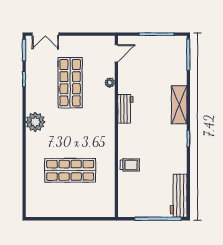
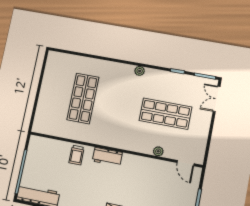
workbench: (125, 109) -> (107, 157), moved
plant: (35, 122) -> (140, 71), width x0.53, depth x0.53

